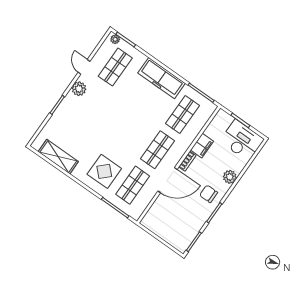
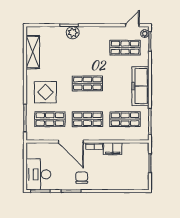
door: (84, 67) -> (132, 25), moved
plant: (79, 89) -> (73, 33), moved
shop shelf: (124, 126) -> (87, 83), added
desk: (242, 140) -> (38, 174), moved, turned 180
plant: (230, 177) -> (104, 184), removed

